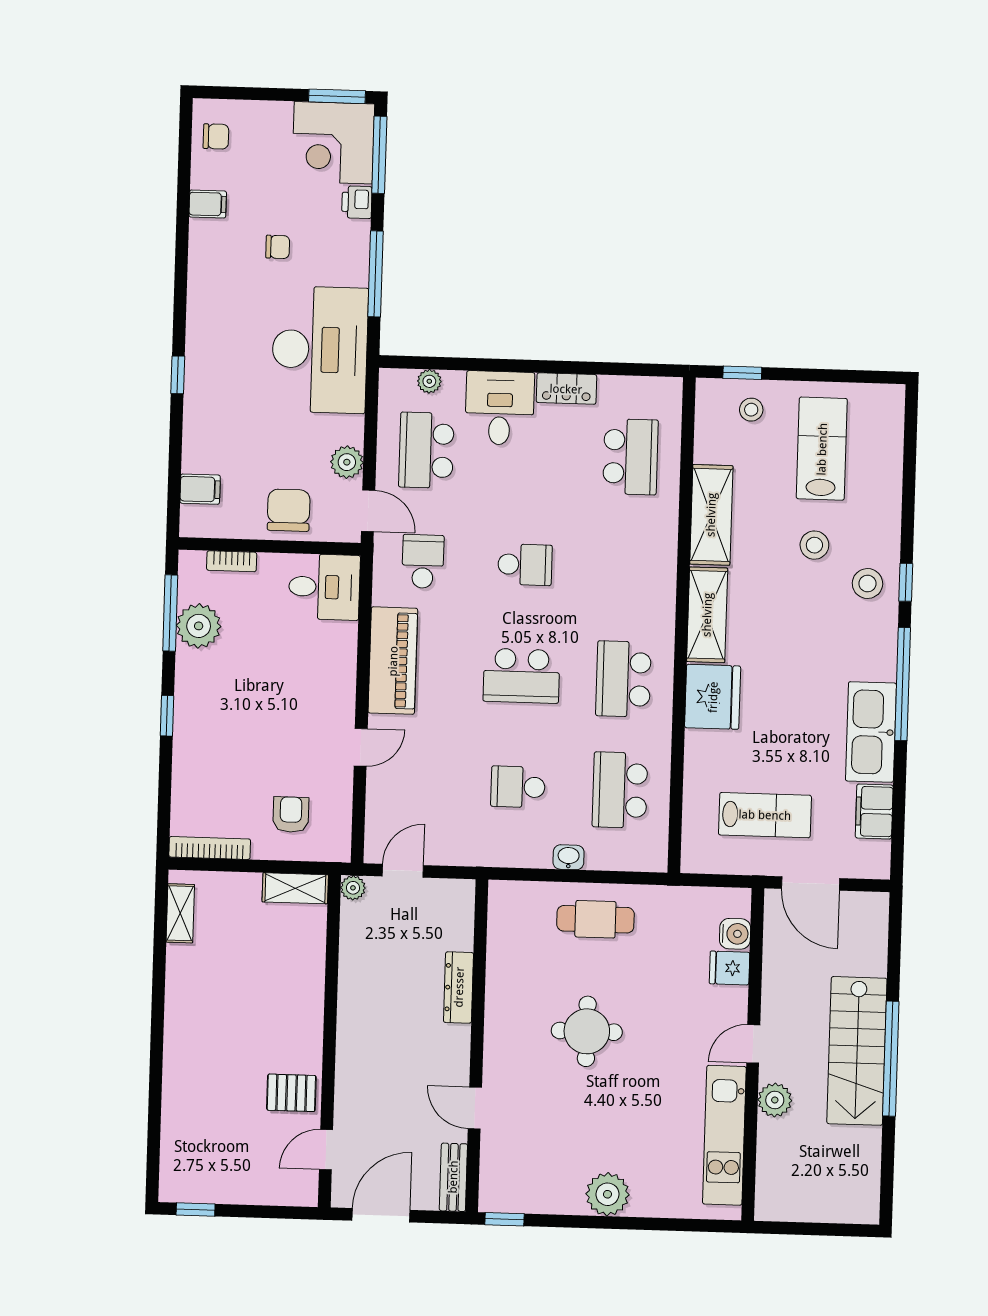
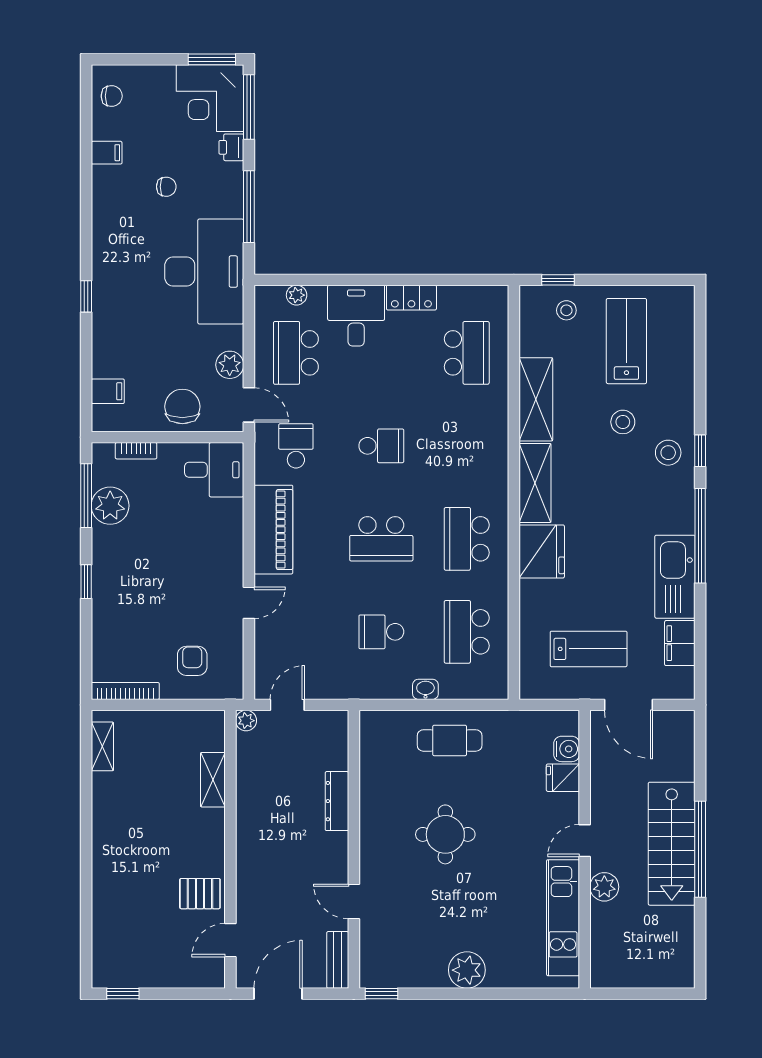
shelving: (295, 888) -> (213, 780), moved, turned 90

